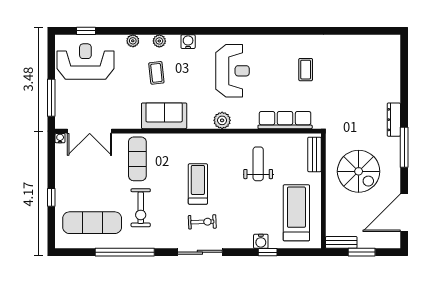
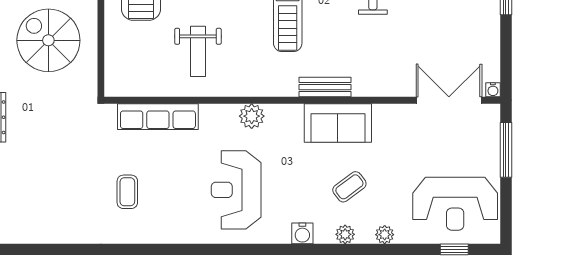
coffee table: (156, 73) -> (349, 187), turned 59
bench: (314, 154) -> (325, 87), moved, turned 90
exercise mat: (137, 159) -> (378, 59), removed

